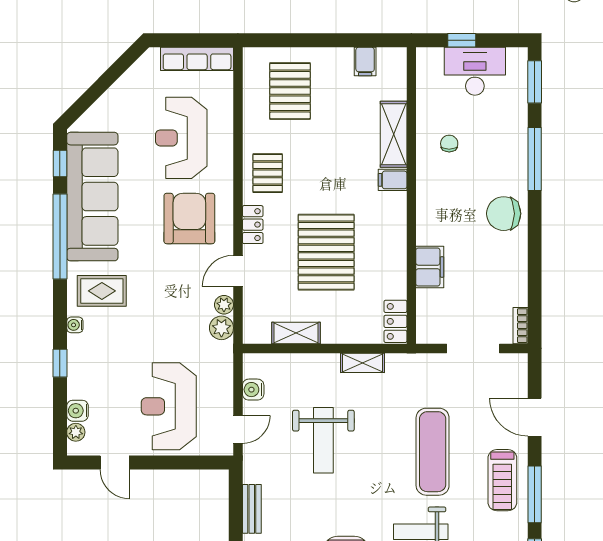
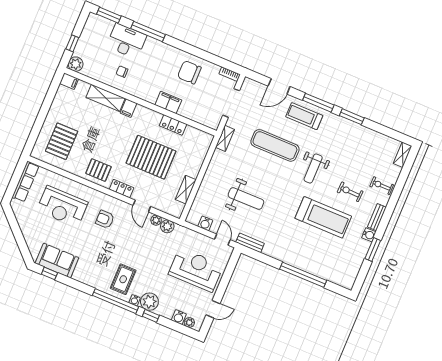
plant: (429, 60) -> (76, 64), added
filing cabinet: (365, 62) -> (69, 81), moved
desk: (475, 71) -> (127, 41), moved, turned 90
pallet: (290, 91) -> (62, 141), turned 90
sofa: (92, 197) -> (57, 260), width x0.54, depth x0.79
chair: (504, 214) -> (189, 72), moved, turned 90
armchair: (189, 218) -> (105, 219), width x0.53, depth x0.53
window: (60, 237) -> (115, 301), moved
filing cabinet: (430, 267) -> (168, 102), moved
locker: (395, 321) -> (173, 125), moved
plant: (83, 351) -> (149, 302), added
shelving: (362, 363) -> (225, 138), moved
reception desk: (169, 406) -> (196, 270), turned 180
treadmill: (502, 480) -> (304, 116), turned 180
bench: (252, 509) -> (250, 243), moved

